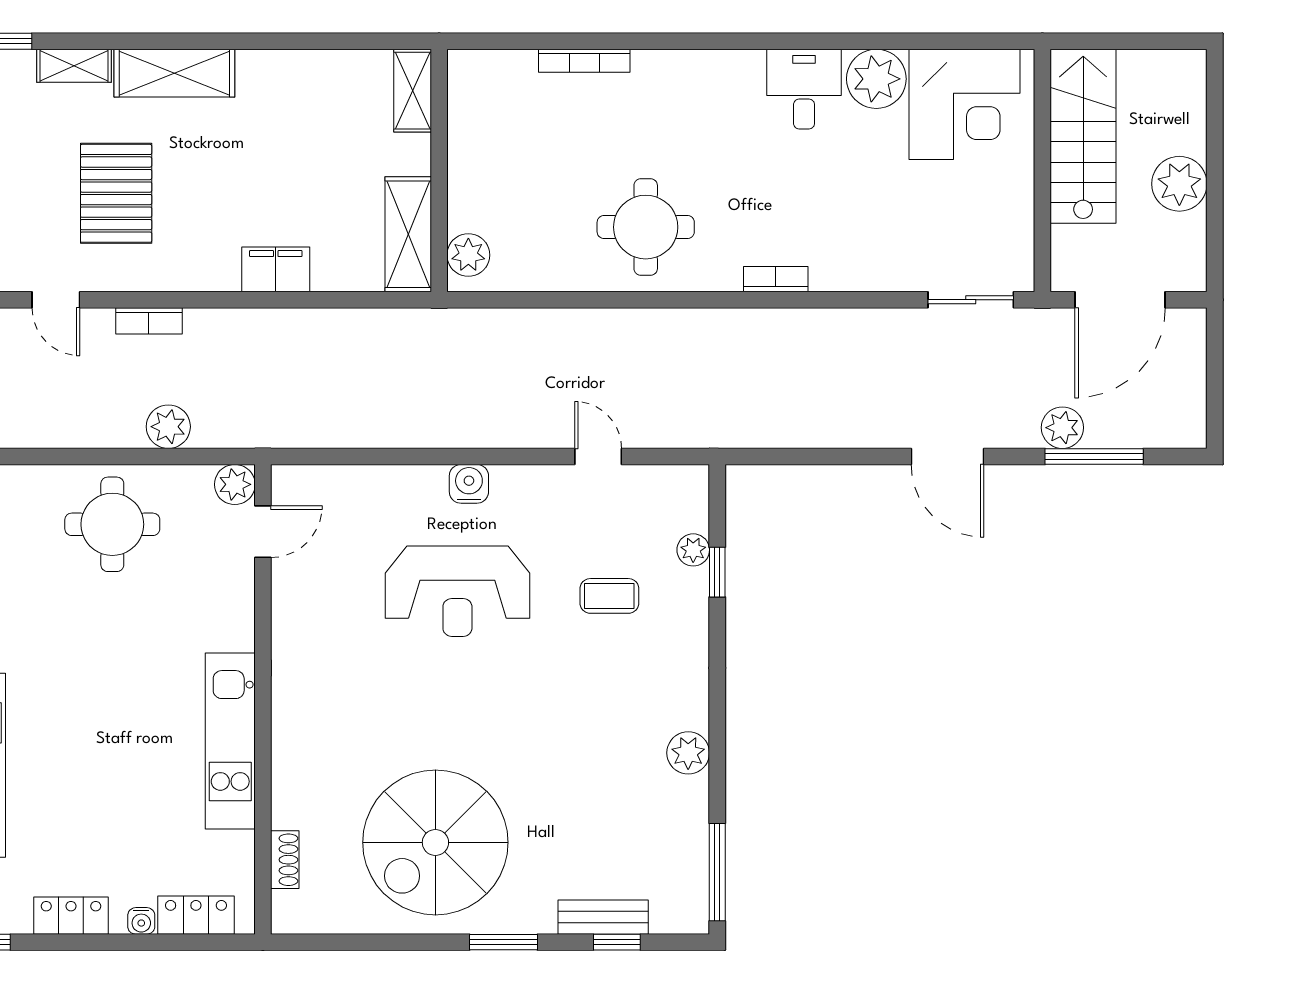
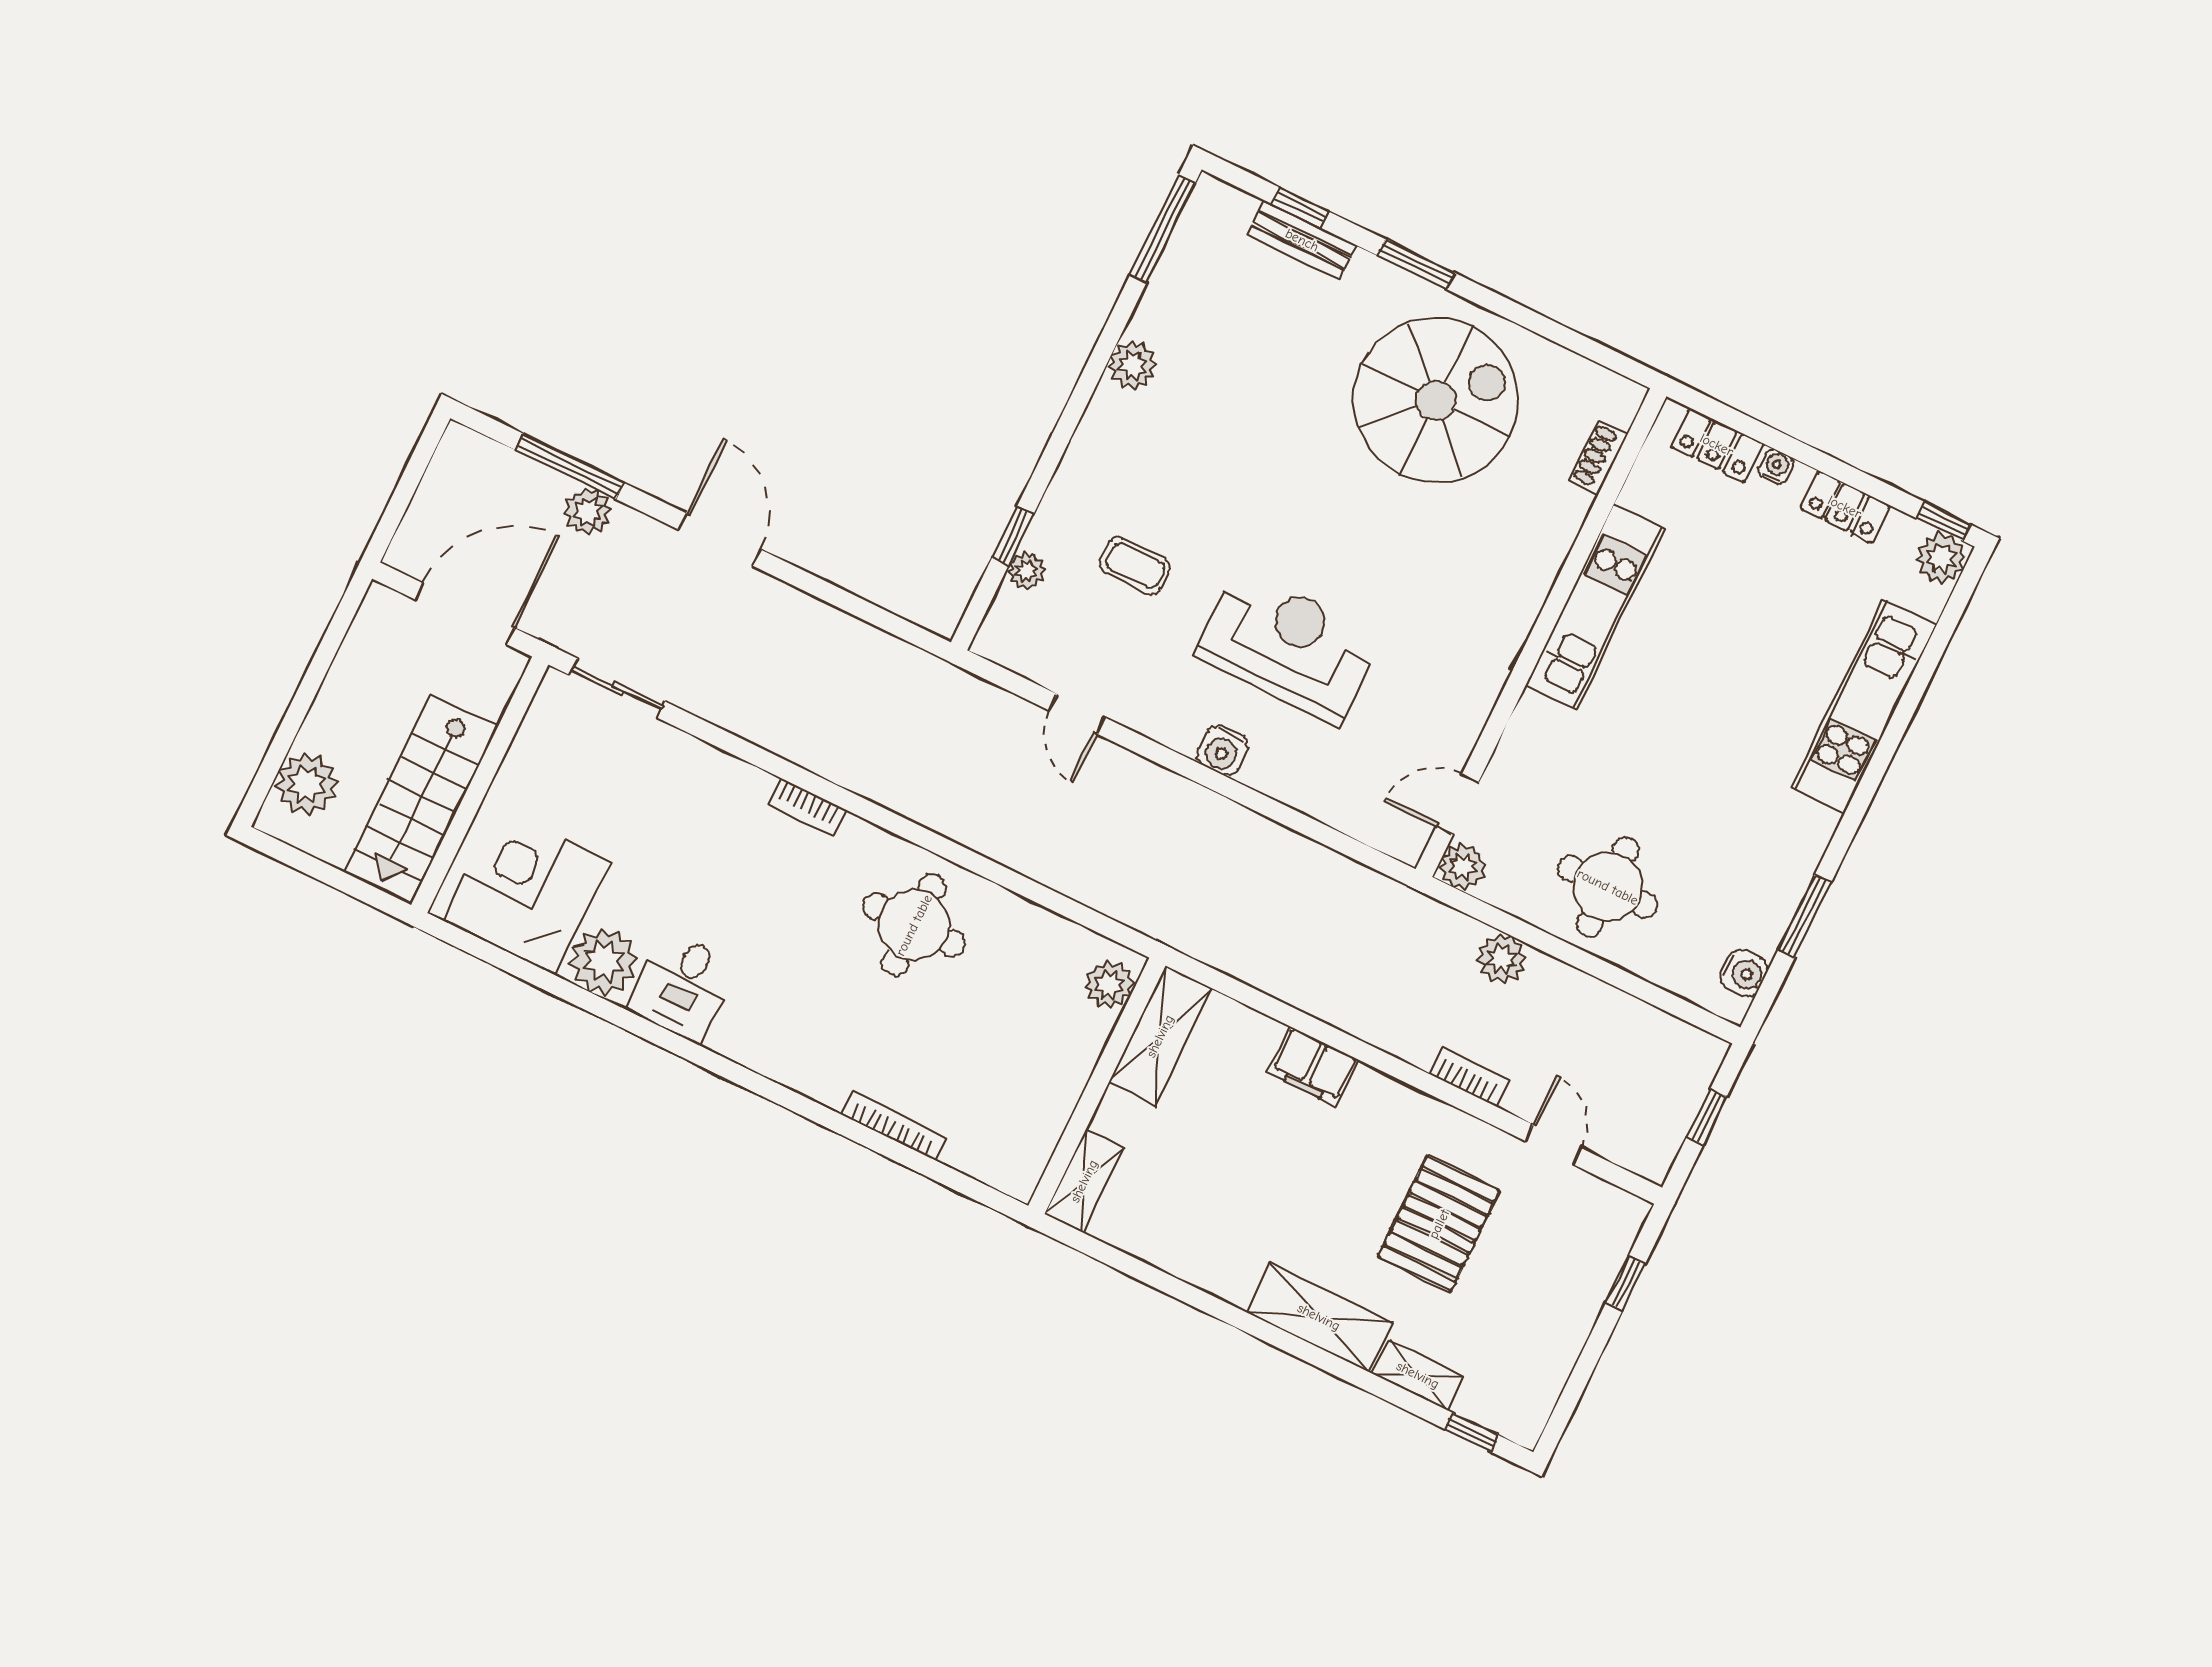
plant: (1179, 184) -> (307, 784), moved

